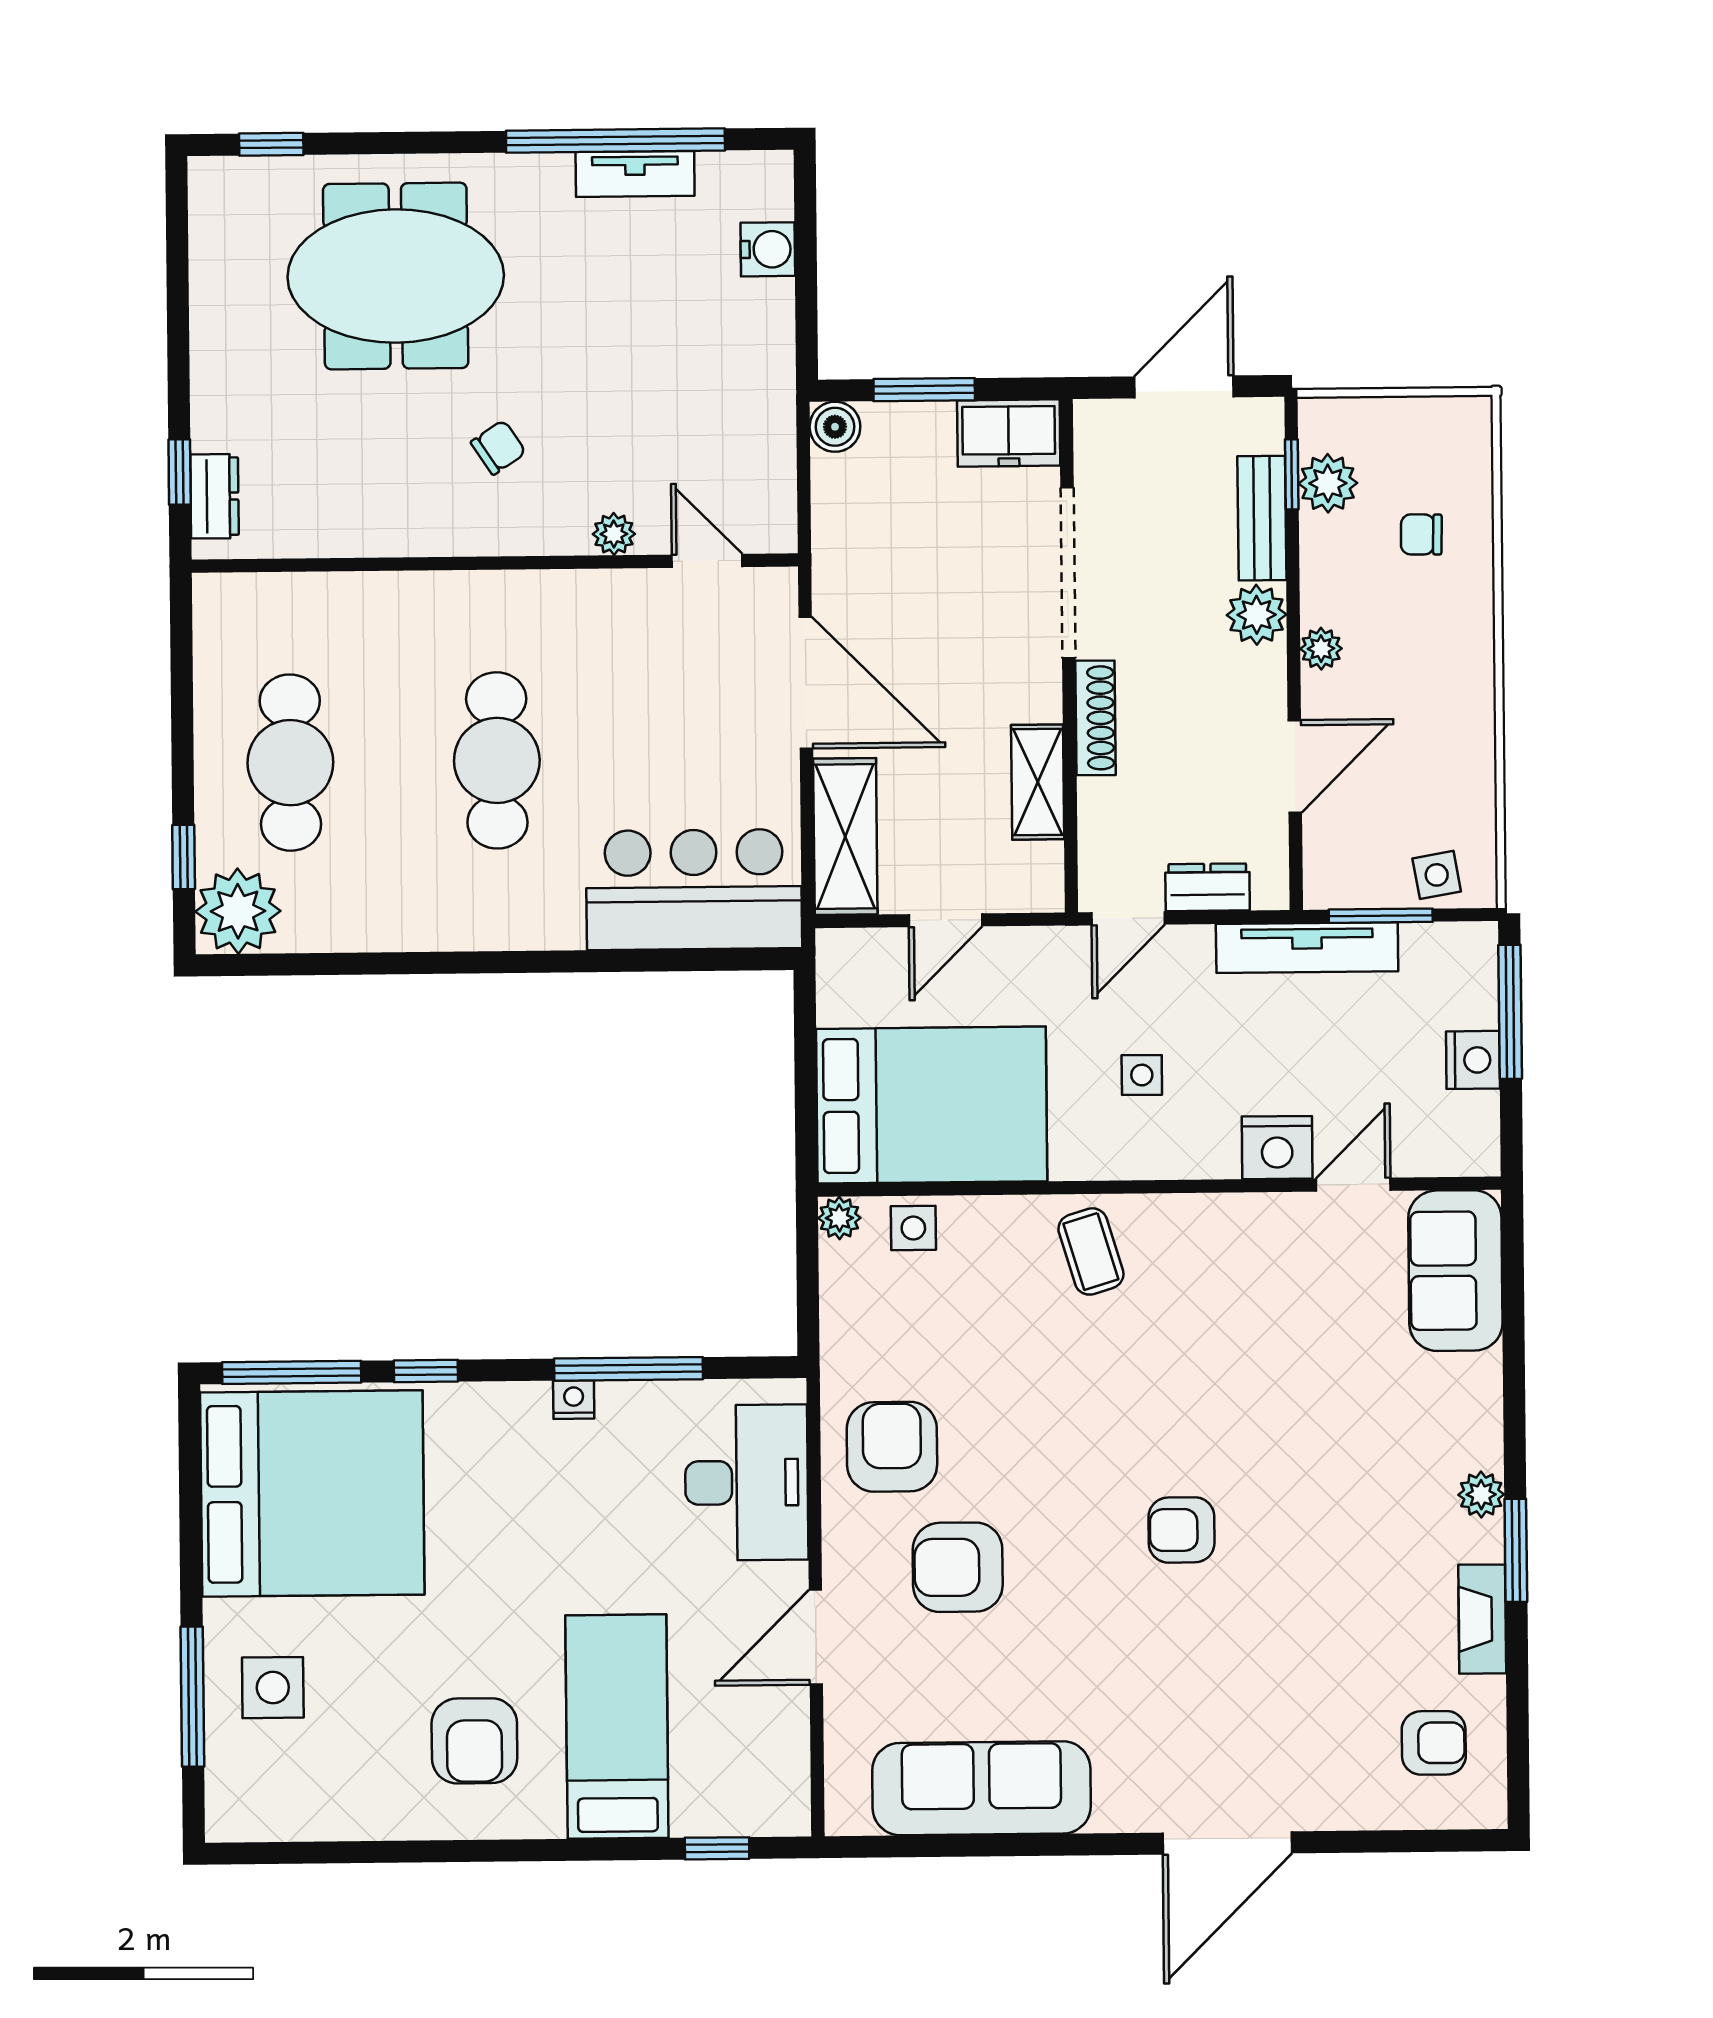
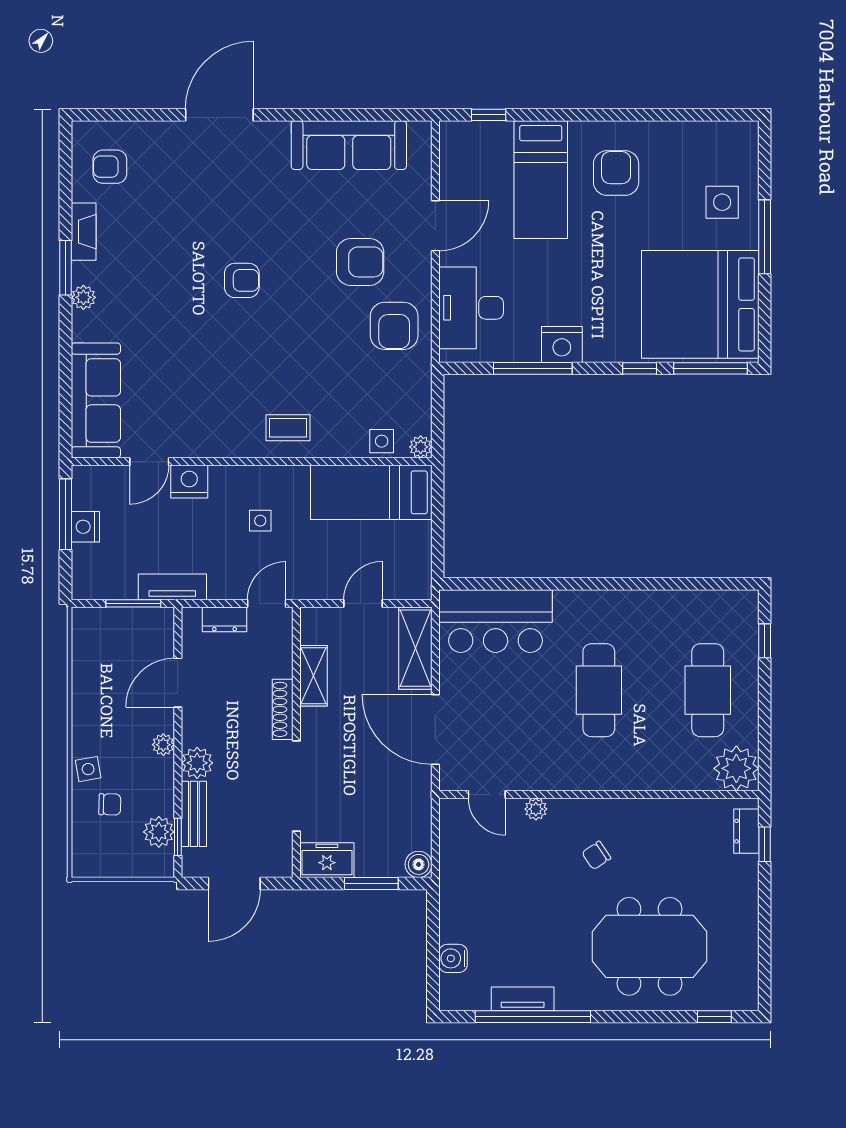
side table: (1437, 875) -> (88, 769), moved
plant: (238, 911) -> (736, 768), moved
tv unit: (1307, 948) -> (172, 587), width x0.71
window: (1510, 1012) -> (66, 514), moved
bed: (932, 1105) -> (371, 492), width x0.67
coffee table: (1091, 1251) -> (288, 428), turned -73
sofa: (1455, 1271) -> (96, 400), width x1.36
nightstand: (574, 1400) -> (562, 344), width x1.89, depth x1.79
window: (192, 1697) -> (765, 237), moved

